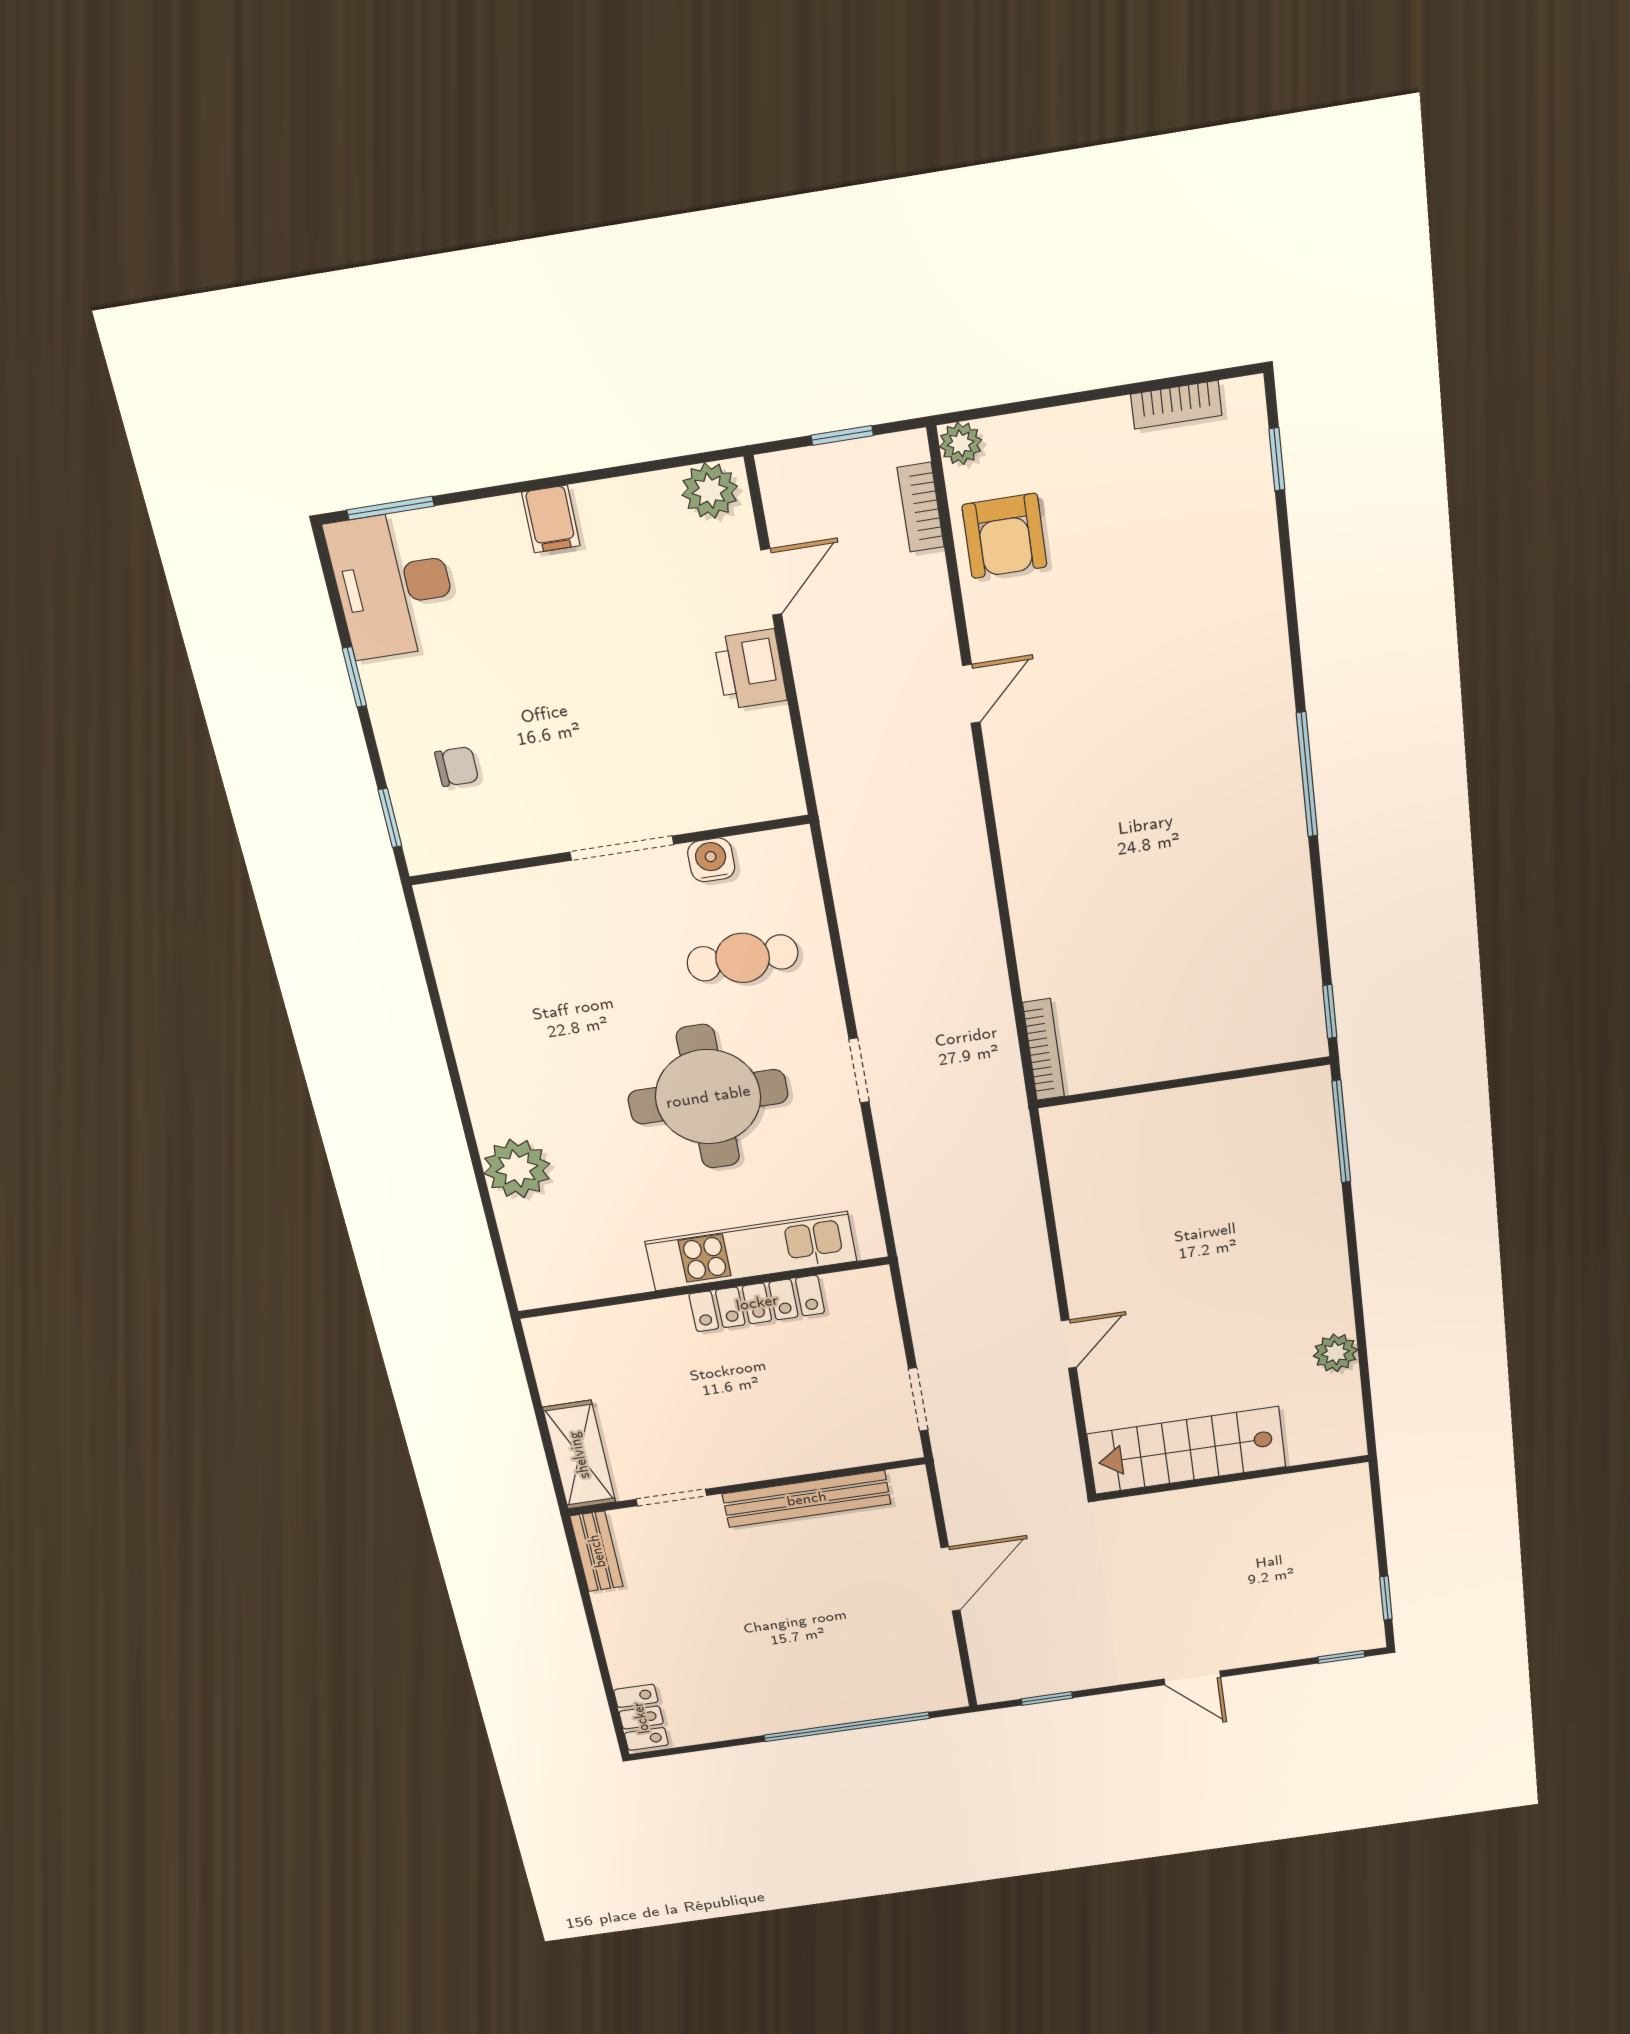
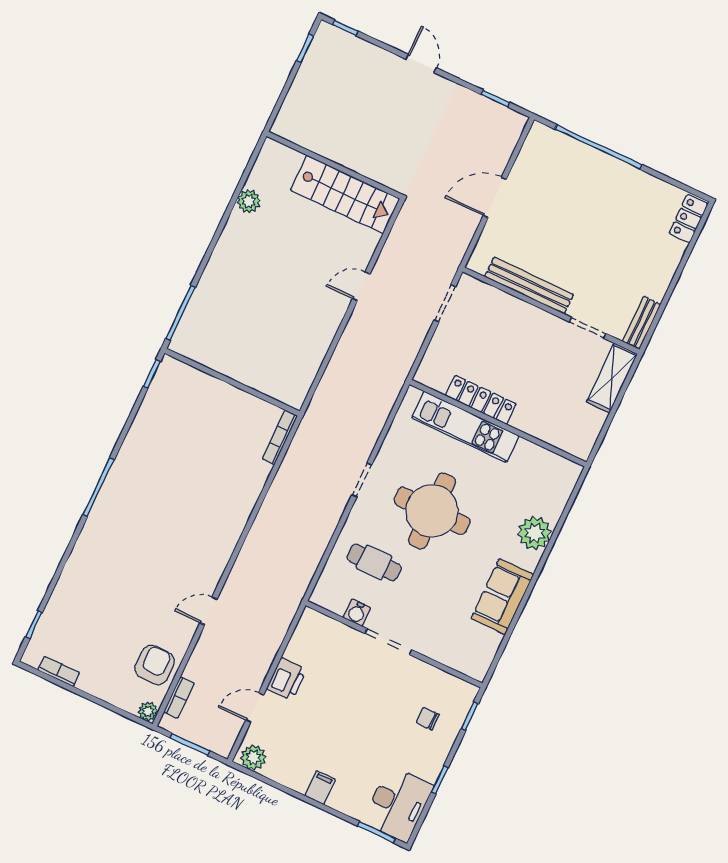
window: (842, 435) -> (190, 744), width x1.50
sofa: (490, 1041) -> (502, 597), added

